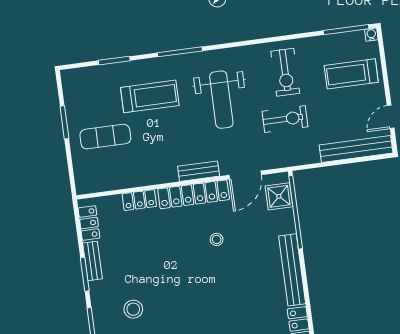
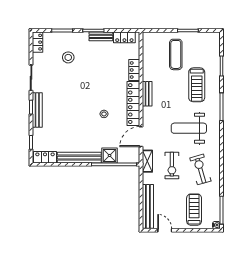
exercise bike: (285, 72) -> (200, 169), turned 74
shelving: (283, 160) -> (147, 161), added
bench: (199, 171) -> (147, 94), moved
door: (245, 175) -> (141, 137), hinge flipped
shower: (279, 196) -> (110, 155), moved

